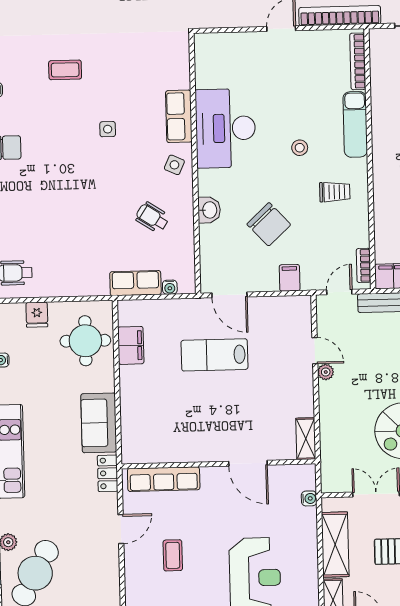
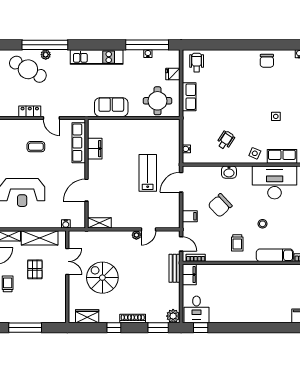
row of seats: (135, 283) -> (189, 97), moved
filing cabinet: (131, 345) -> (95, 149), moved, turned -90
locker: (108, 473) -> (30, 111), moved

